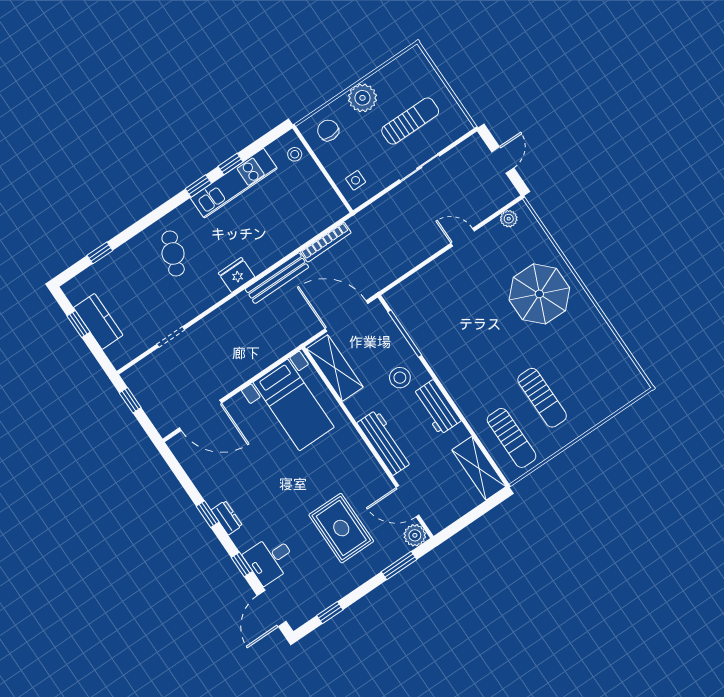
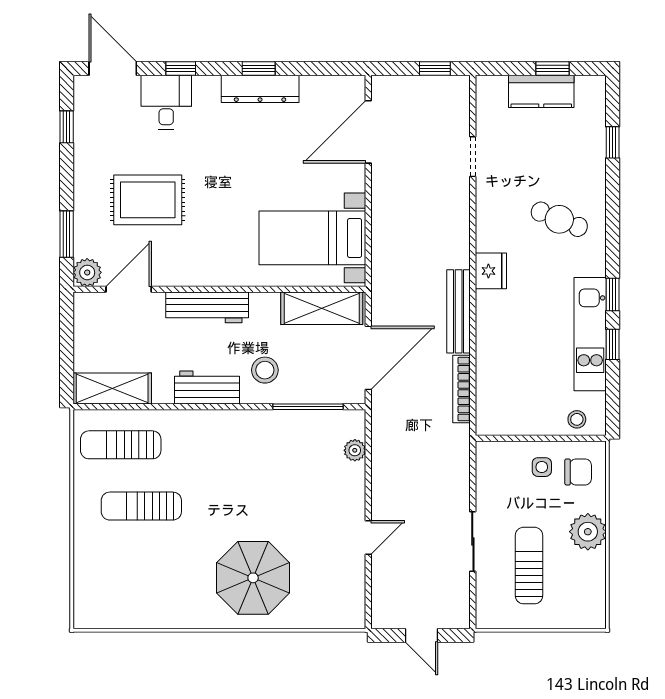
sun lounger: (410, 121) -> (529, 566), turned 180
side table: (356, 180) -> (542, 467), moved
plant: (509, 219) -> (355, 450), moved
dresser: (227, 518) -> (260, 89), width x1.96, depth x1.24

